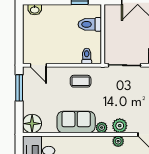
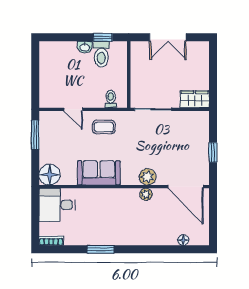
washbasin: (35, 10) -> (85, 47), moved
toilet: (90, 24) -> (101, 54), moved, turned -90
door: (38, 65) -> (73, 109), moved
plant: (102, 128) -> (127, 179), removed

